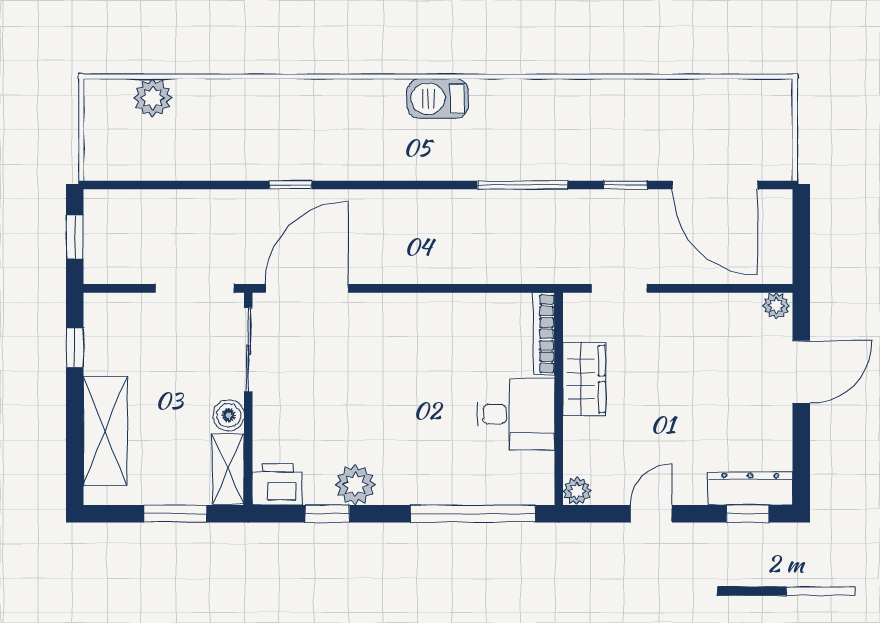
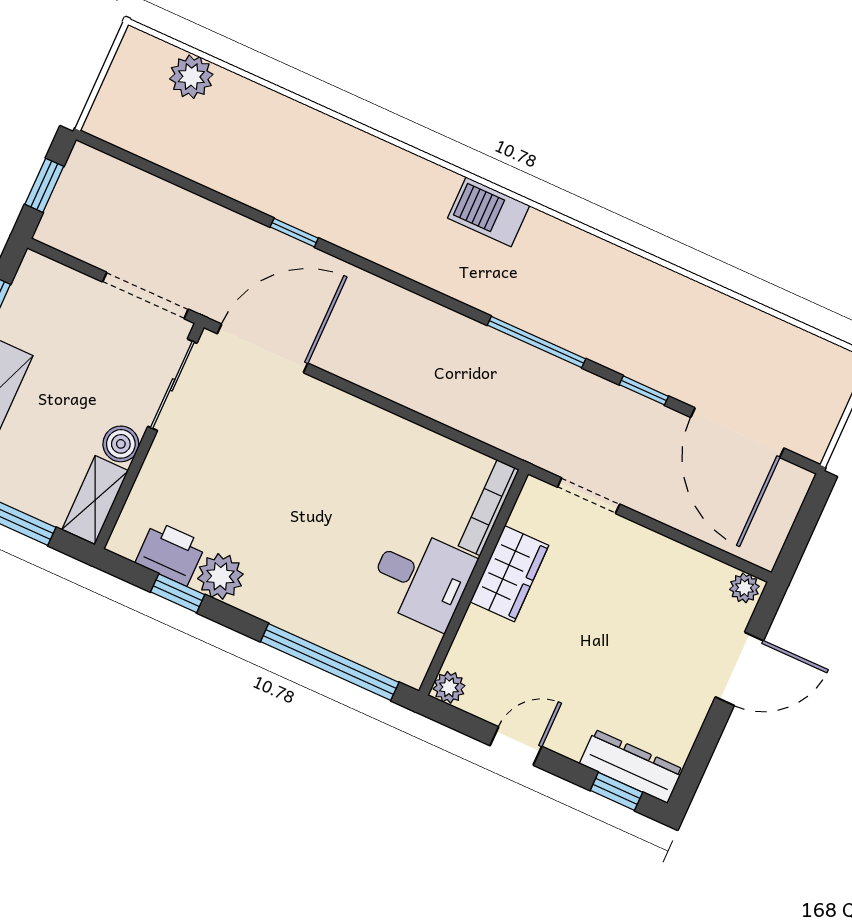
printer: (278, 484) -> (171, 553), moved

